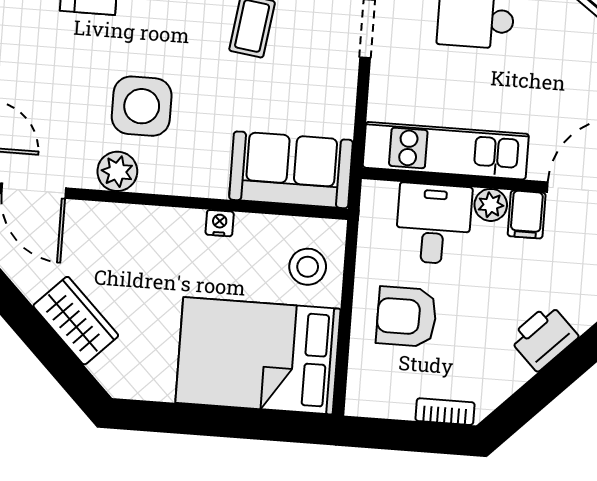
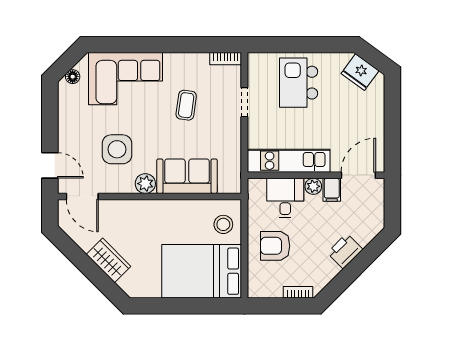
side table: (142, 106) -> (117, 149), moved
sofa: (291, 170) -> (187, 176), moved
plant: (117, 171) -> (145, 184), moved
nightstand: (220, 223) -> (177, 206), removed

